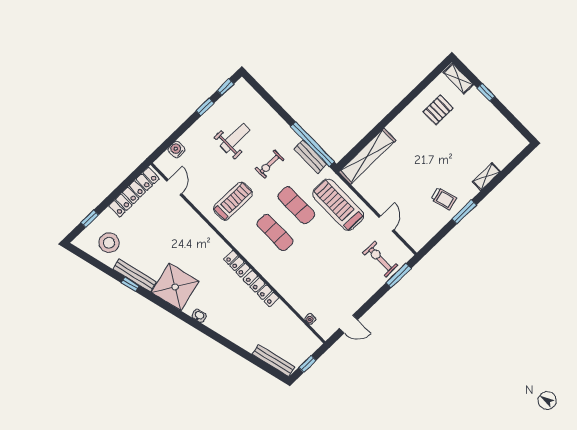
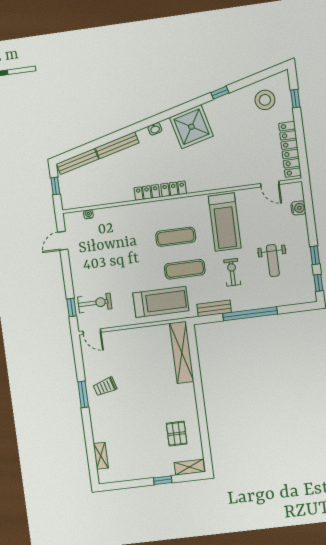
window: (312, 144) -> (250, 314), moved
shelving: (487, 177) -> (101, 456), moved
treadmill: (233, 201) -> (225, 222), width x1.37, depth x1.38
door: (386, 224) -> (92, 332), moved
bench: (135, 275) -> (117, 145), moved
window: (399, 276) -> (72, 307), width x0.67
locker: (261, 289) -> (147, 192), width x0.66

